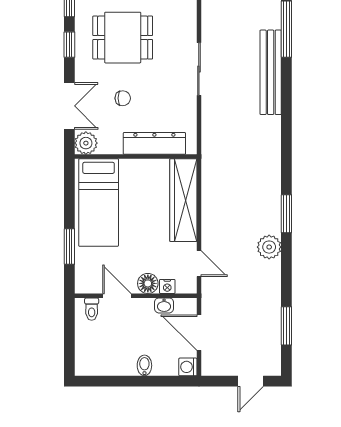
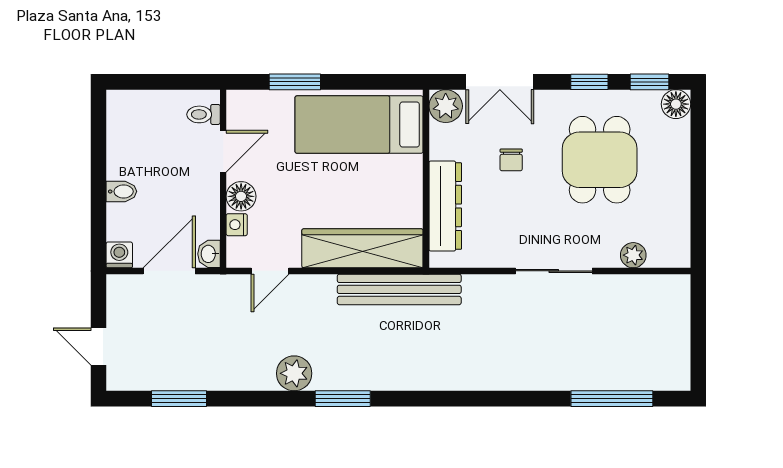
plant: (188, 14) -> (633, 255), added
bench: (271, 72) -> (399, 289), moved
washbasin: (164, 305) -> (209, 254), moved

